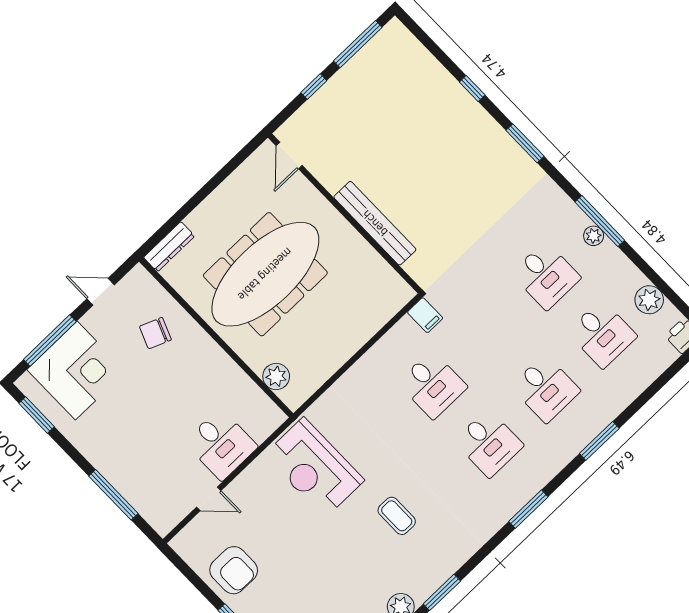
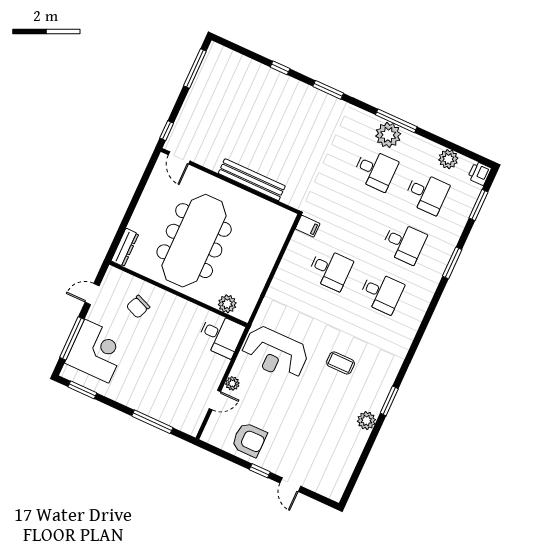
window: (314, 87) -> (167, 131), moved
plant: (594, 236) -> (388, 135), width x1.88, depth x1.88
desk: (221, 444) -> (221, 335), moved
plant: (241, 486) -> (232, 383), added
window: (528, 509) -> (478, 205), moved

